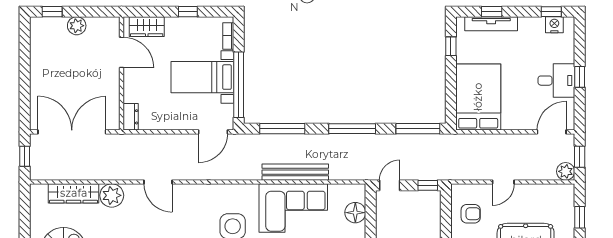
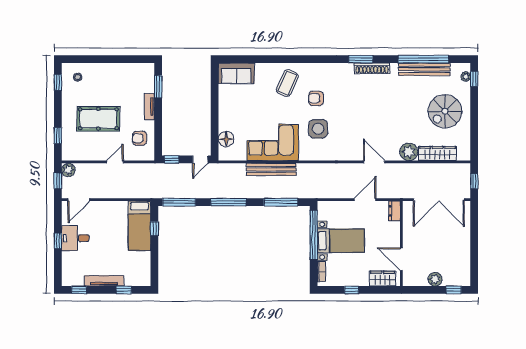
tv unit: (491, 24) -> (104, 281), moved
nightstand: (554, 25) -> (77, 280), removed
window: (451, 46) -> (154, 229), moved
bed: (478, 97) -> (139, 226), width x0.67
door: (213, 132) -> (365, 200), moved

